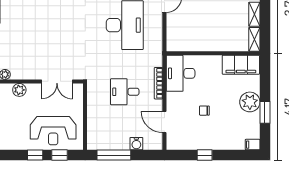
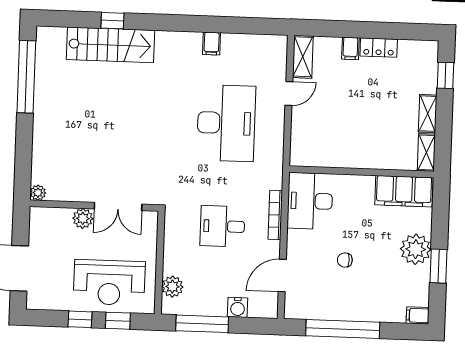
plant: (19, 90) -> (83, 218), moved
door: (164, 122) -> (282, 275), hinge flipped
plant: (94, 132) -> (172, 287), added
window: (205, 155) -> (343, 329), width x3.17

